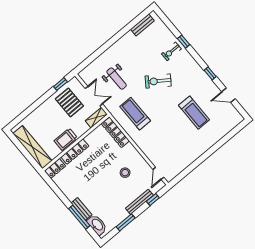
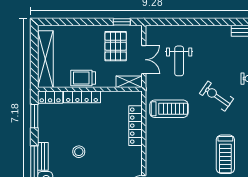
treadmill: (135, 114) -> (169, 109), turned 90
locker: (115, 132) -> (136, 126), moved
stool: (125, 173) -> (79, 152), moved
window: (55, 188) -> (34, 116), added

